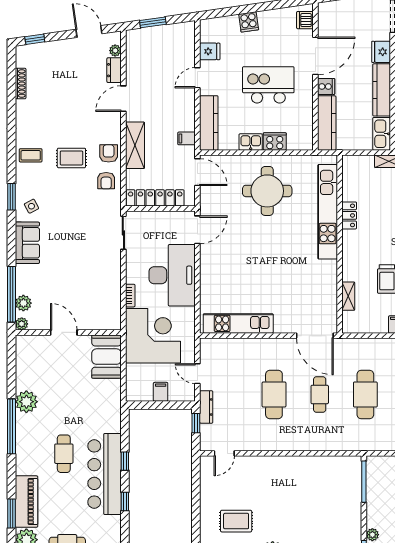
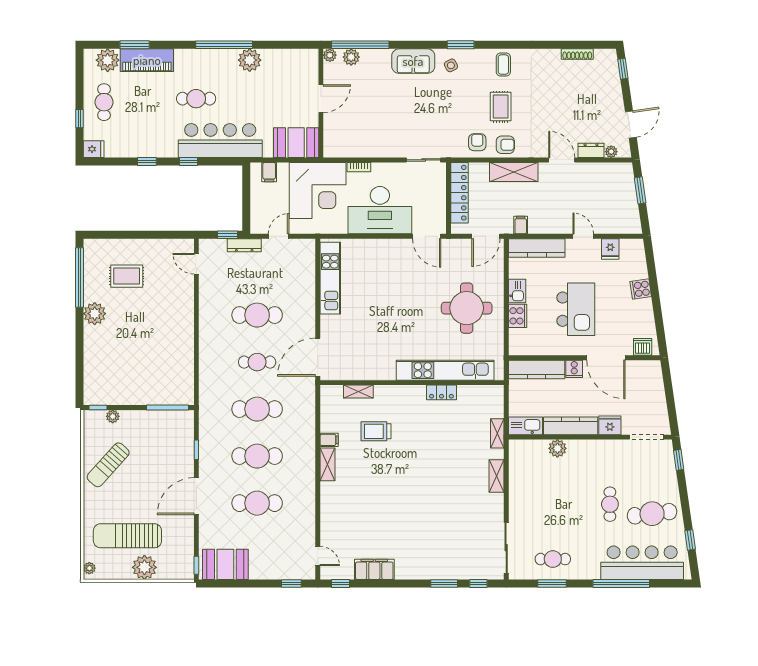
armchair: (106, 181) -> (477, 142), turned 90
filing cabinet: (161, 392) -> (269, 172), moved, turned 90
bar counter: (105, 474) -> (220, 141), moved
rug: (236, 521) -> (127, 276), turned 90

